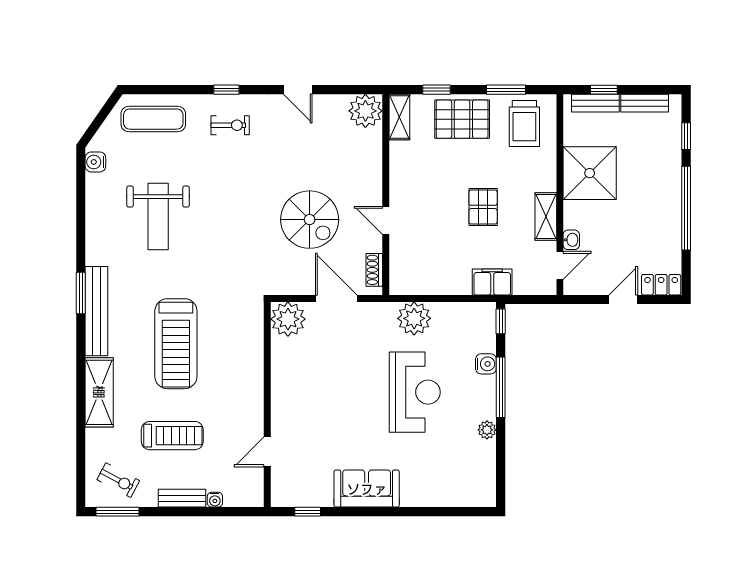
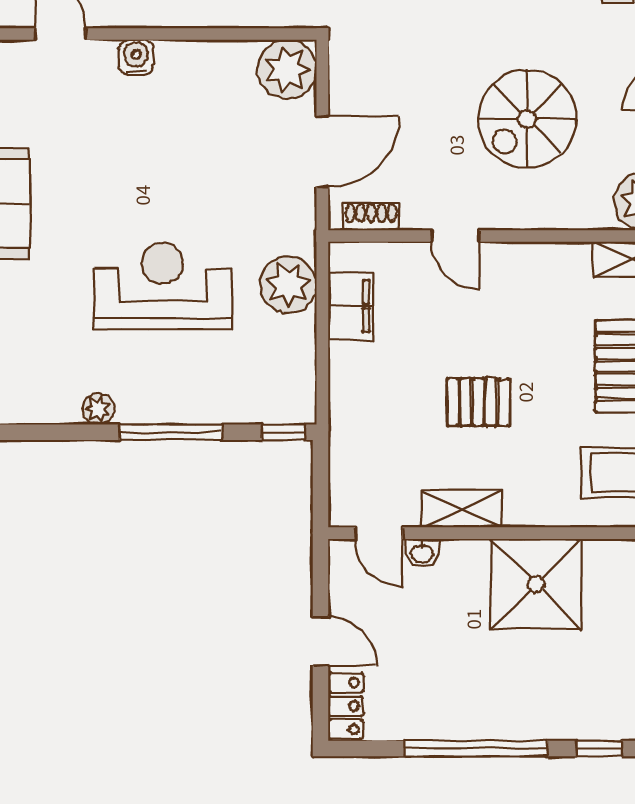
spiral stairs: (310, 220) -> (527, 119), moved
door: (386, 220) -> (456, 236), swing flipped
filing cabinet: (492, 282) -> (351, 306), moved
water cooler: (486, 364) -> (136, 57), moved, turned 180
reception desk: (415, 392) -> (162, 286), turned 180

